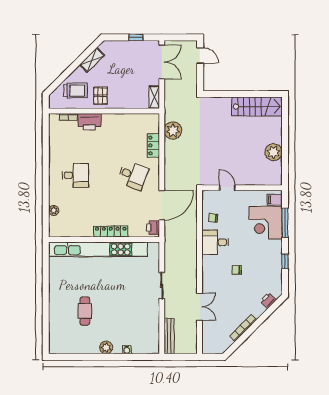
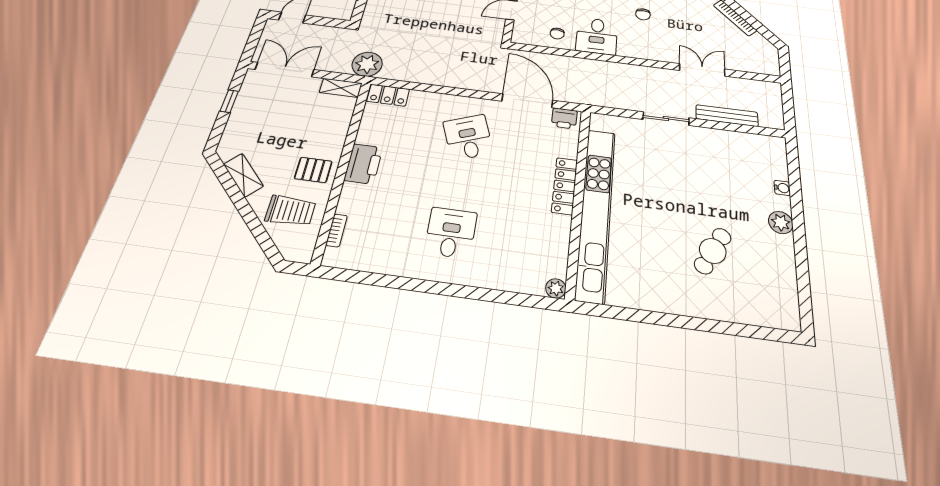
trolley: (76, 91) -> (290, 211), turned 90
printer: (89, 122) -> (363, 164), moved
plant: (173, 131) -> (367, 64), moved
locker: (153, 145) -> (388, 95), moved
desk: (133, 175) -> (468, 137), turned -42
plant: (54, 210) -> (556, 288), moved
cafe table: (85, 311) -> (713, 251), turned -61
bench: (169, 336) -> (727, 116), moved

